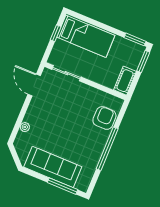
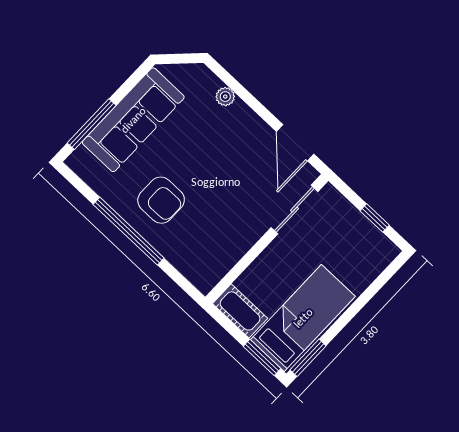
bed: (86, 36) -> (303, 318), moved, turned 180
door: (34, 85) -> (295, 143), swing flipped
armchair: (104, 118) -> (161, 200), moved

